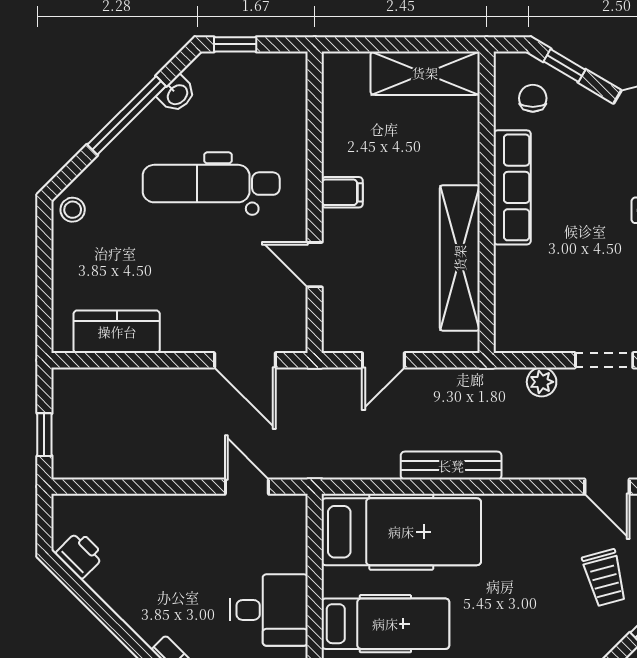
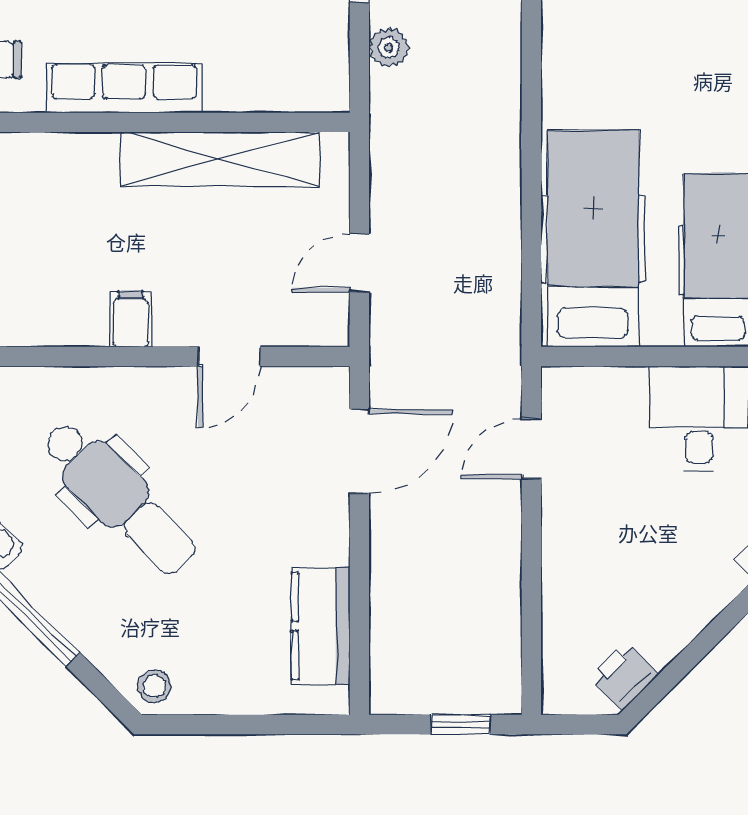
dental chair: (211, 184) -> (119, 497), turned -45
door: (383, 360) -> (359, 263), swing flipped
bench: (451, 466) -> (503, 171), removed

